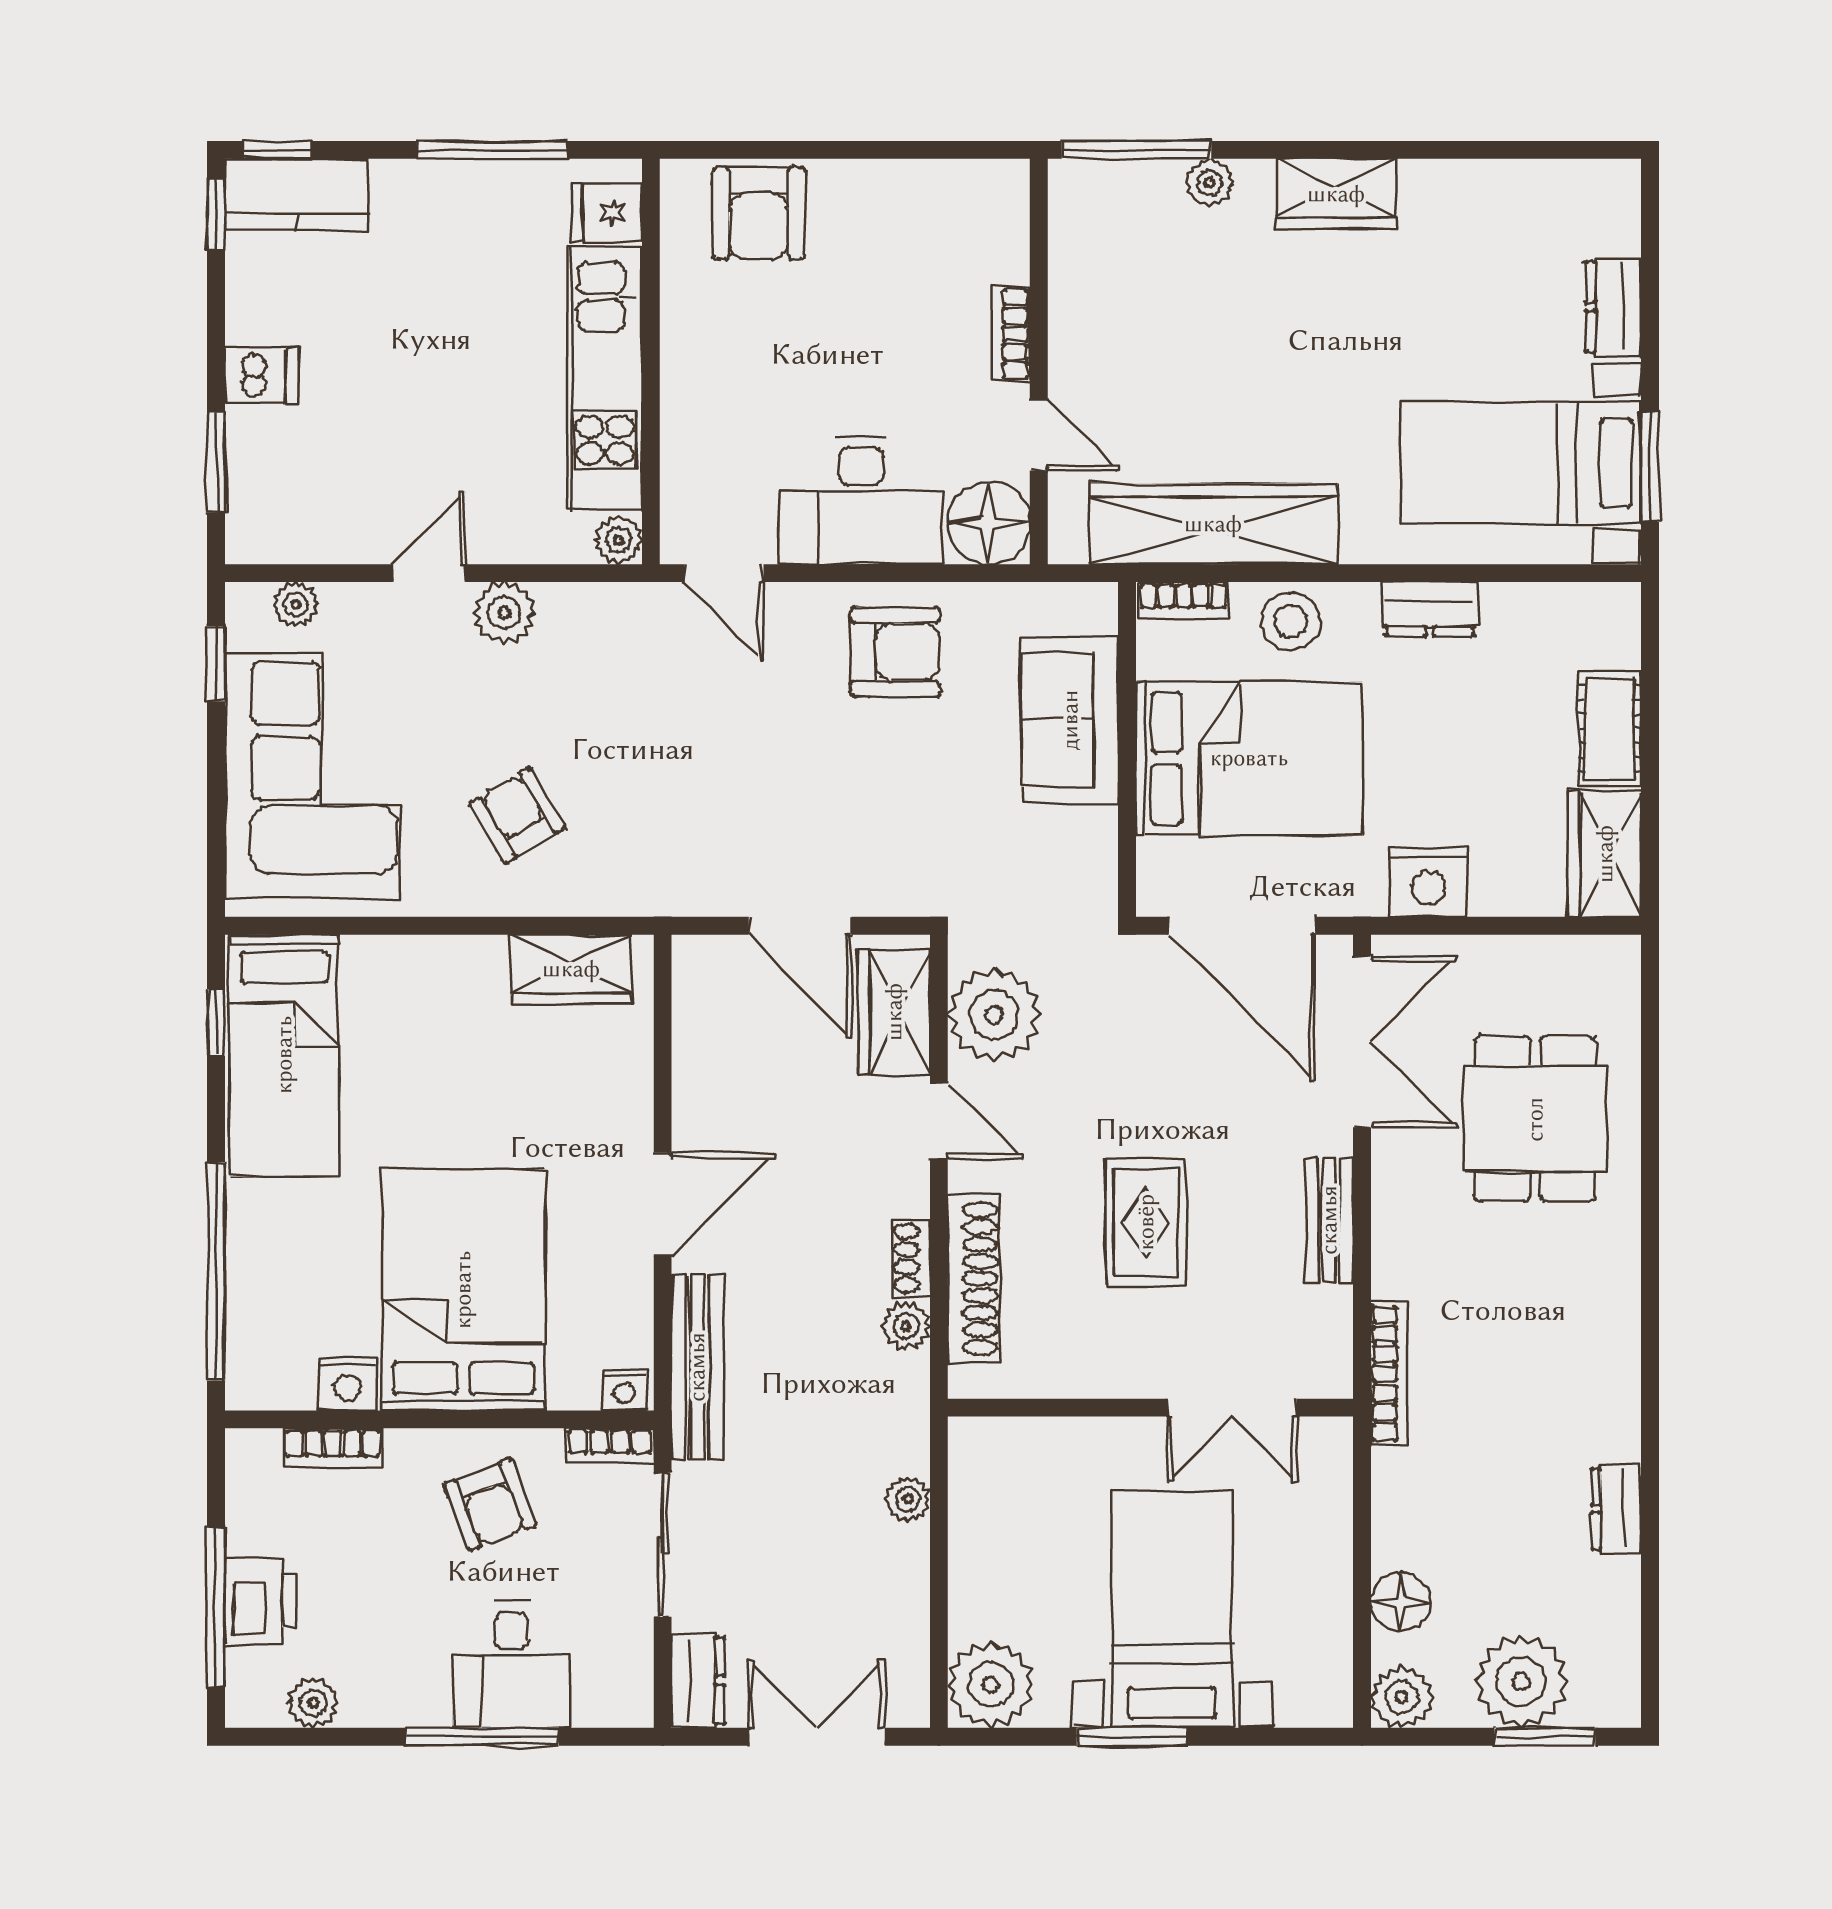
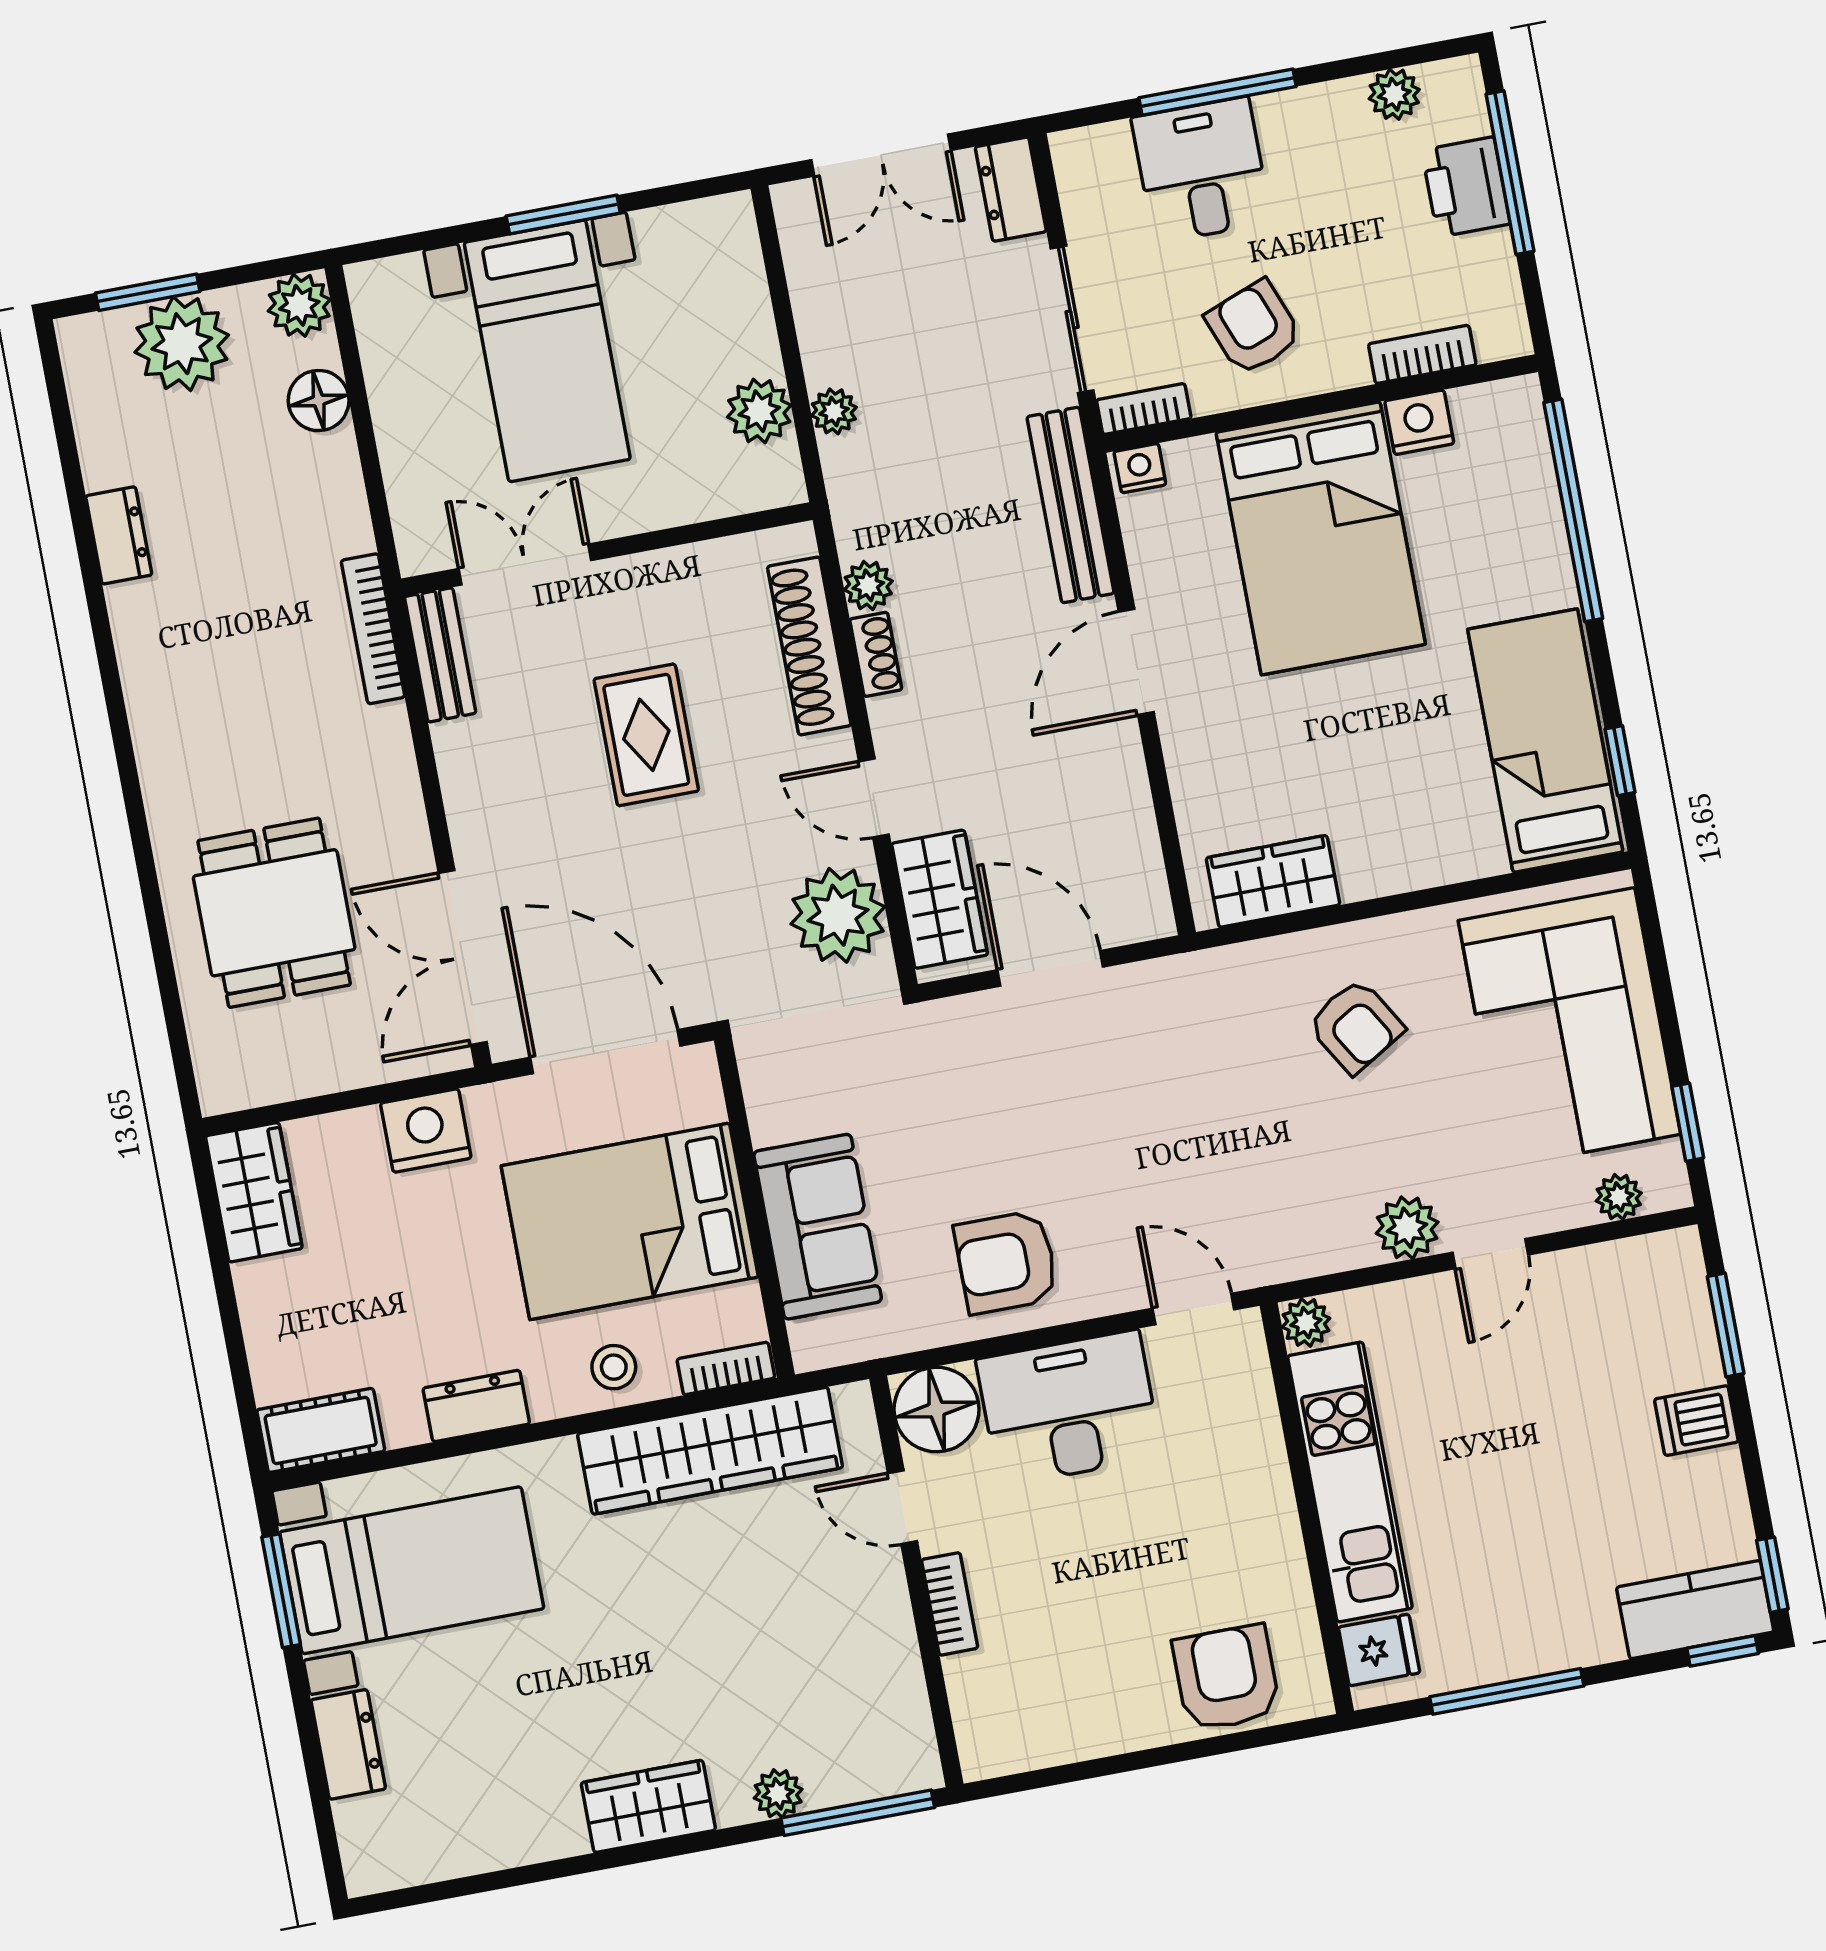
stool: (1291, 621) -> (614, 1367), width x0.73, depth x0.73
cot: (1610, 729) -> (321, 1430), moved, turned 90
bench: (1329, 1220) -> (440, 655), moved
plant: (991, 1685) -> (759, 411), moved, width x0.73, depth x0.73

